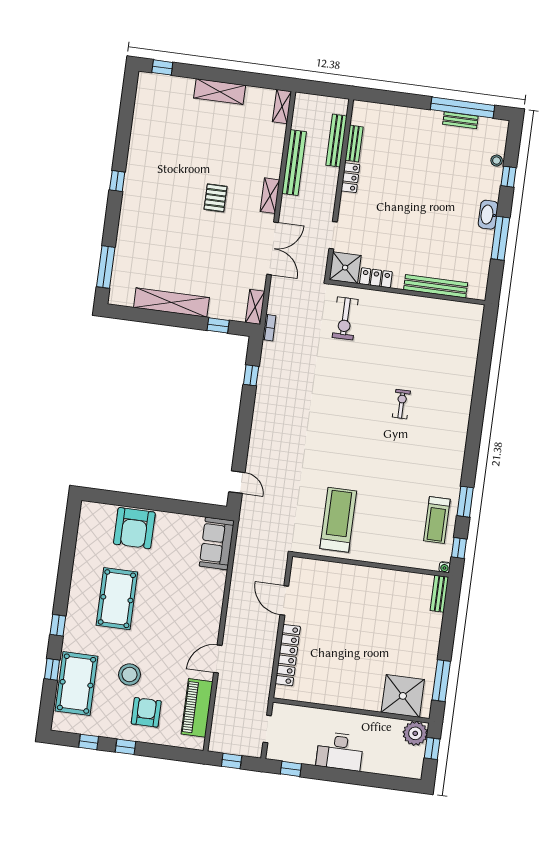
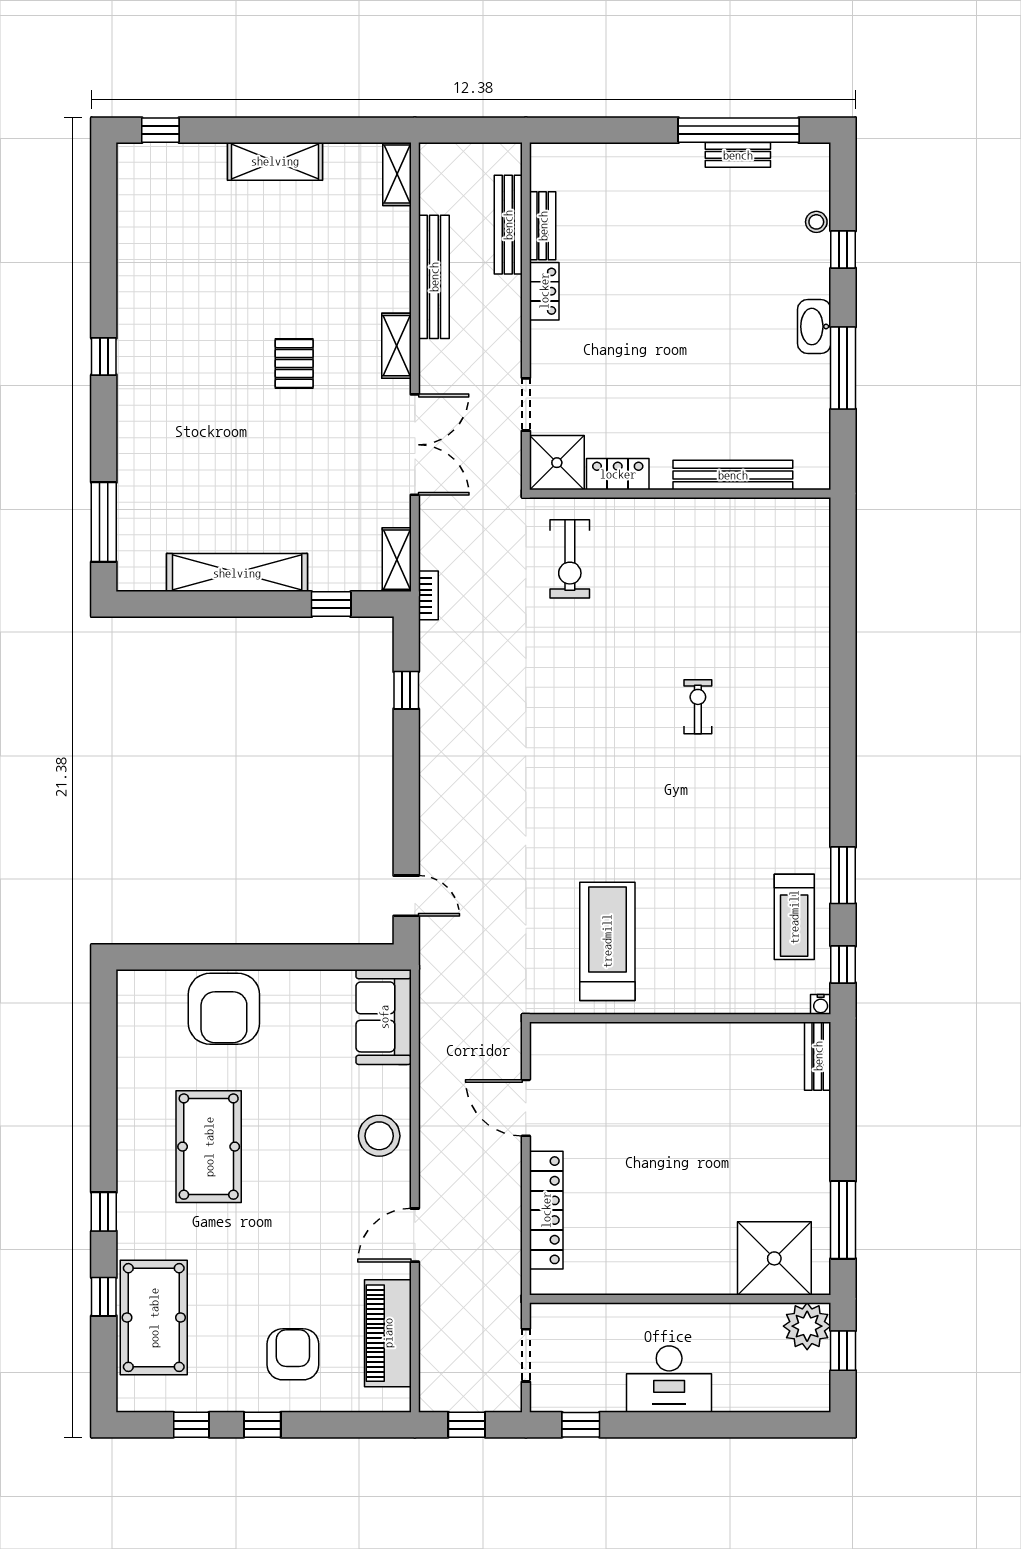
stool: (130, 675) -> (379, 1136), moved

